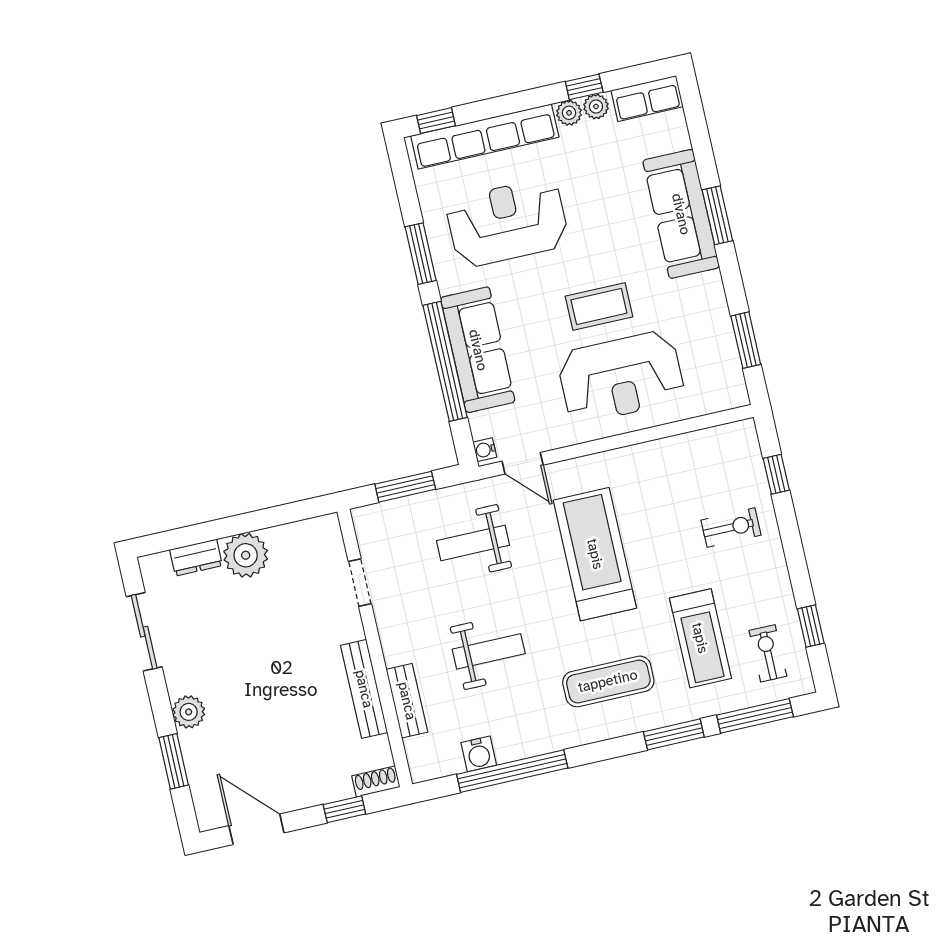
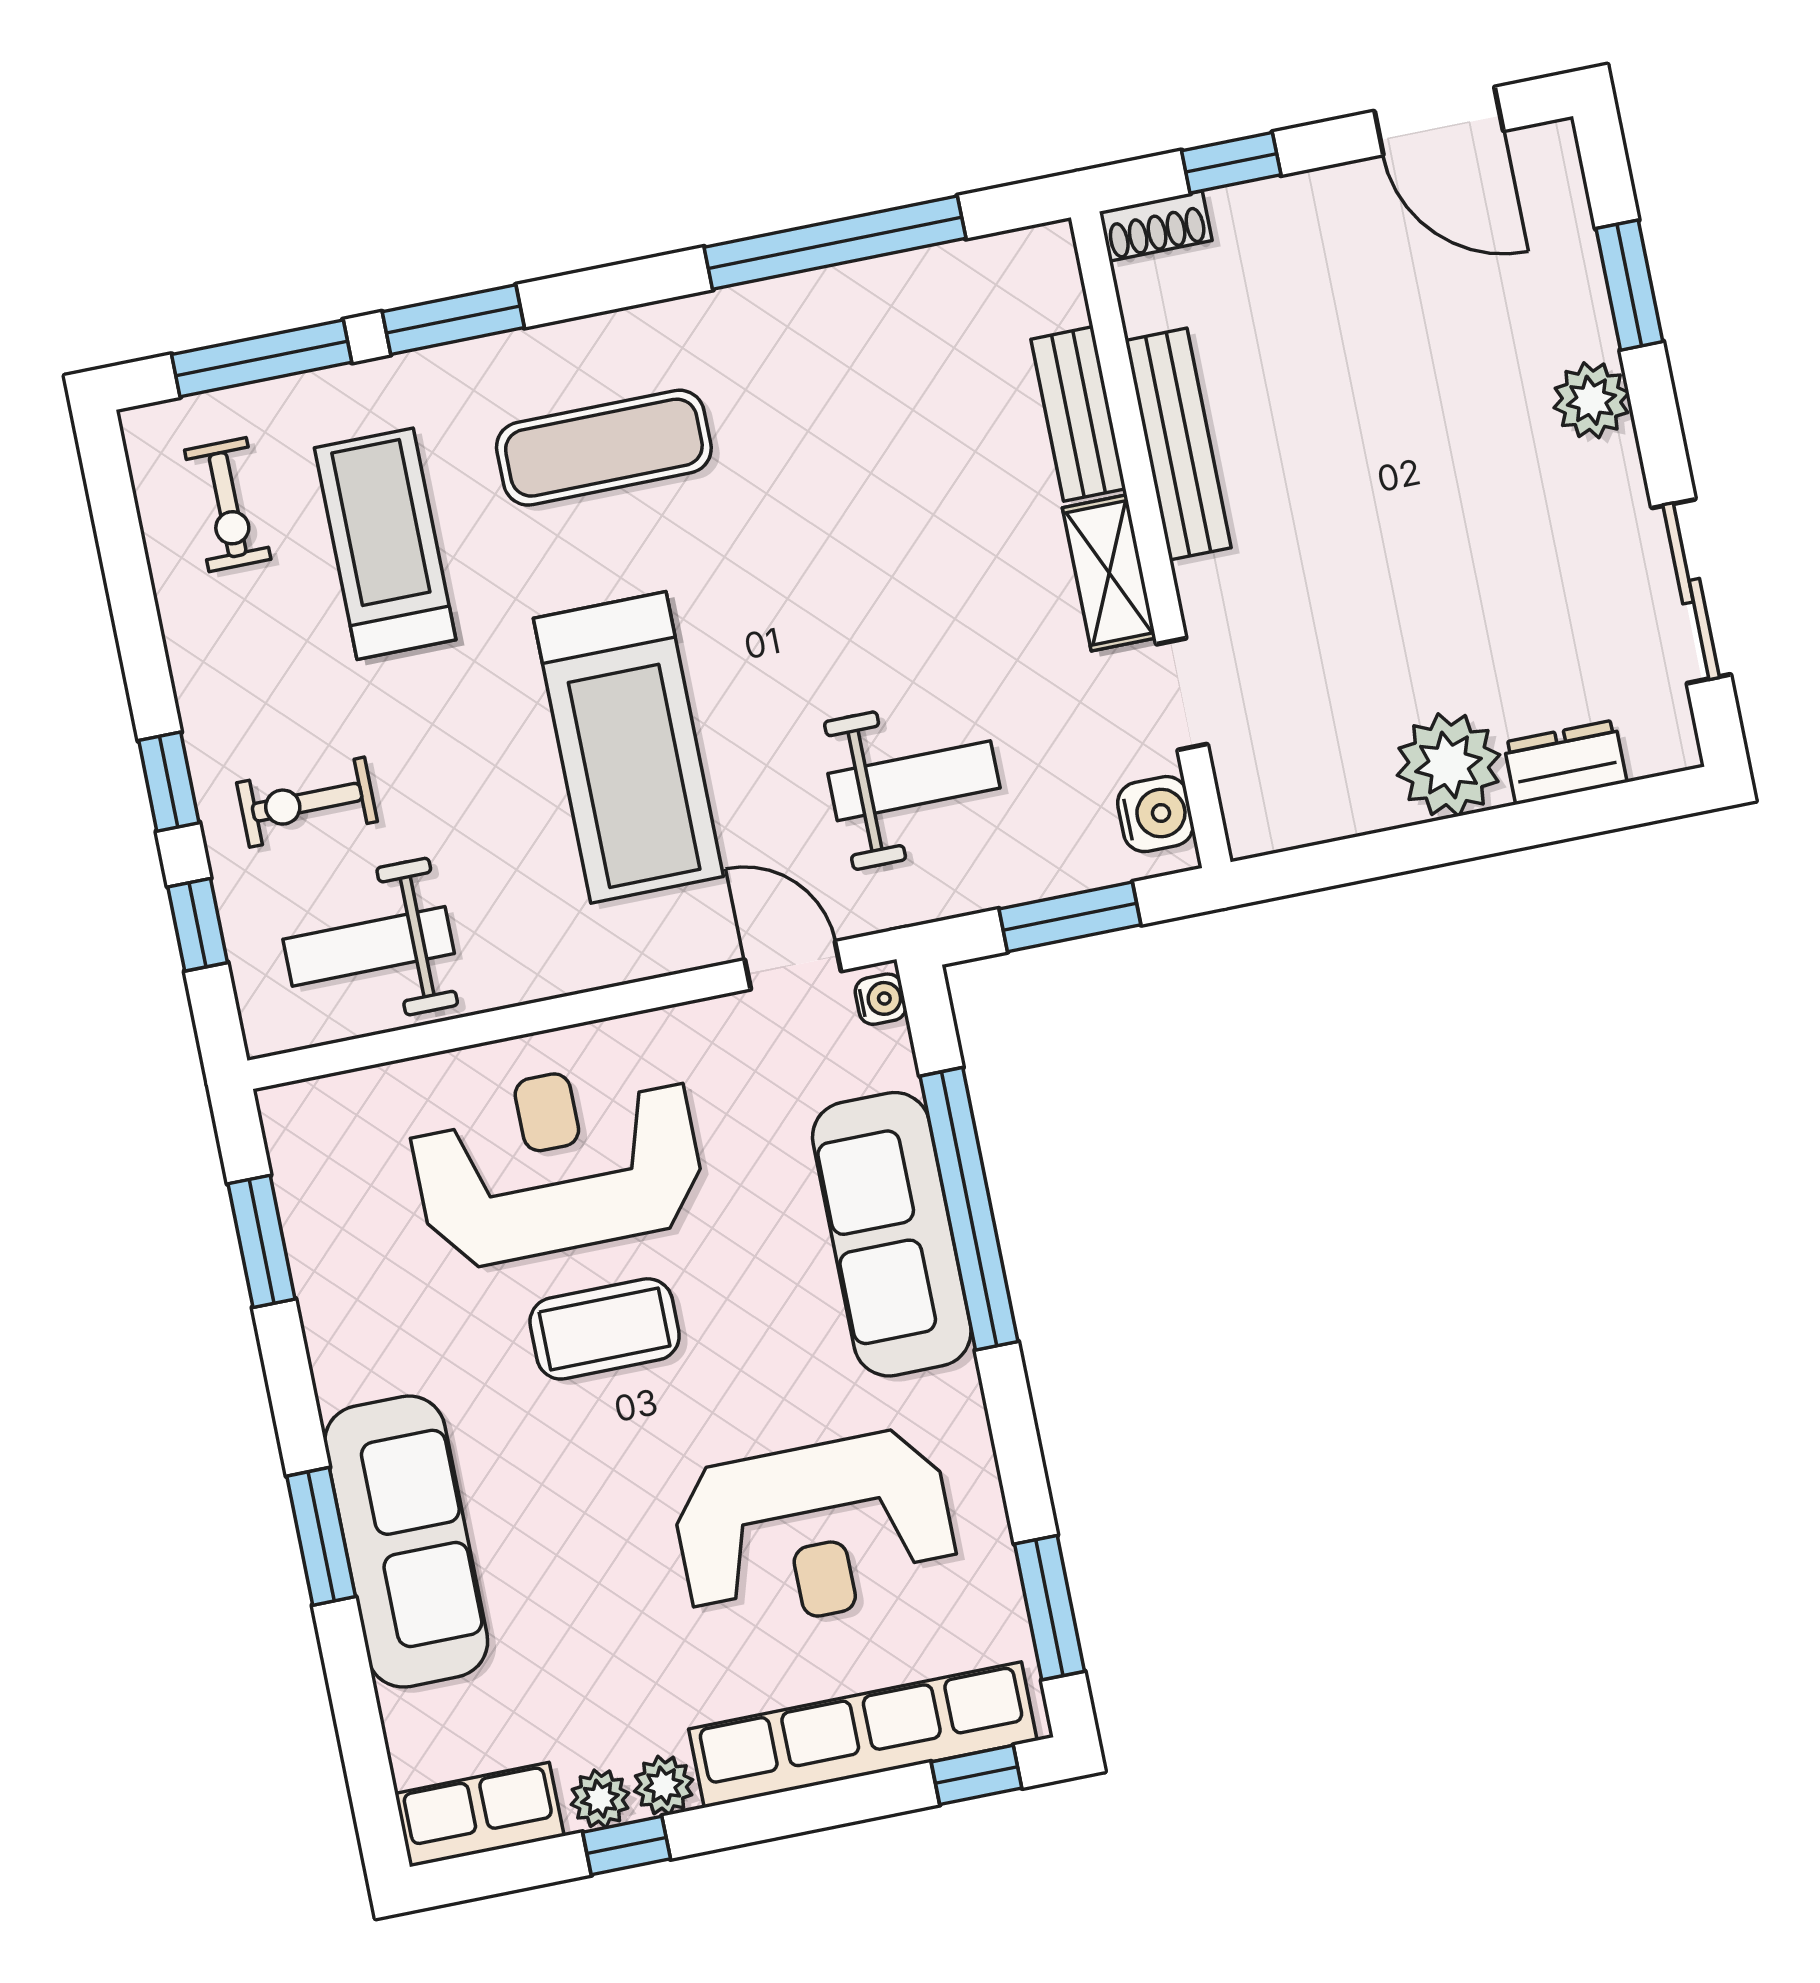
window: (421, 254) -> (1049, 1608), moved
window: (811, 626) -> (169, 782), moved
shelving: (392, 633) -> (1109, 573), added
weight bench: (489, 651) -> (369, 946), moved
water cooler: (479, 754) -> (1155, 814), moved, turned 90

